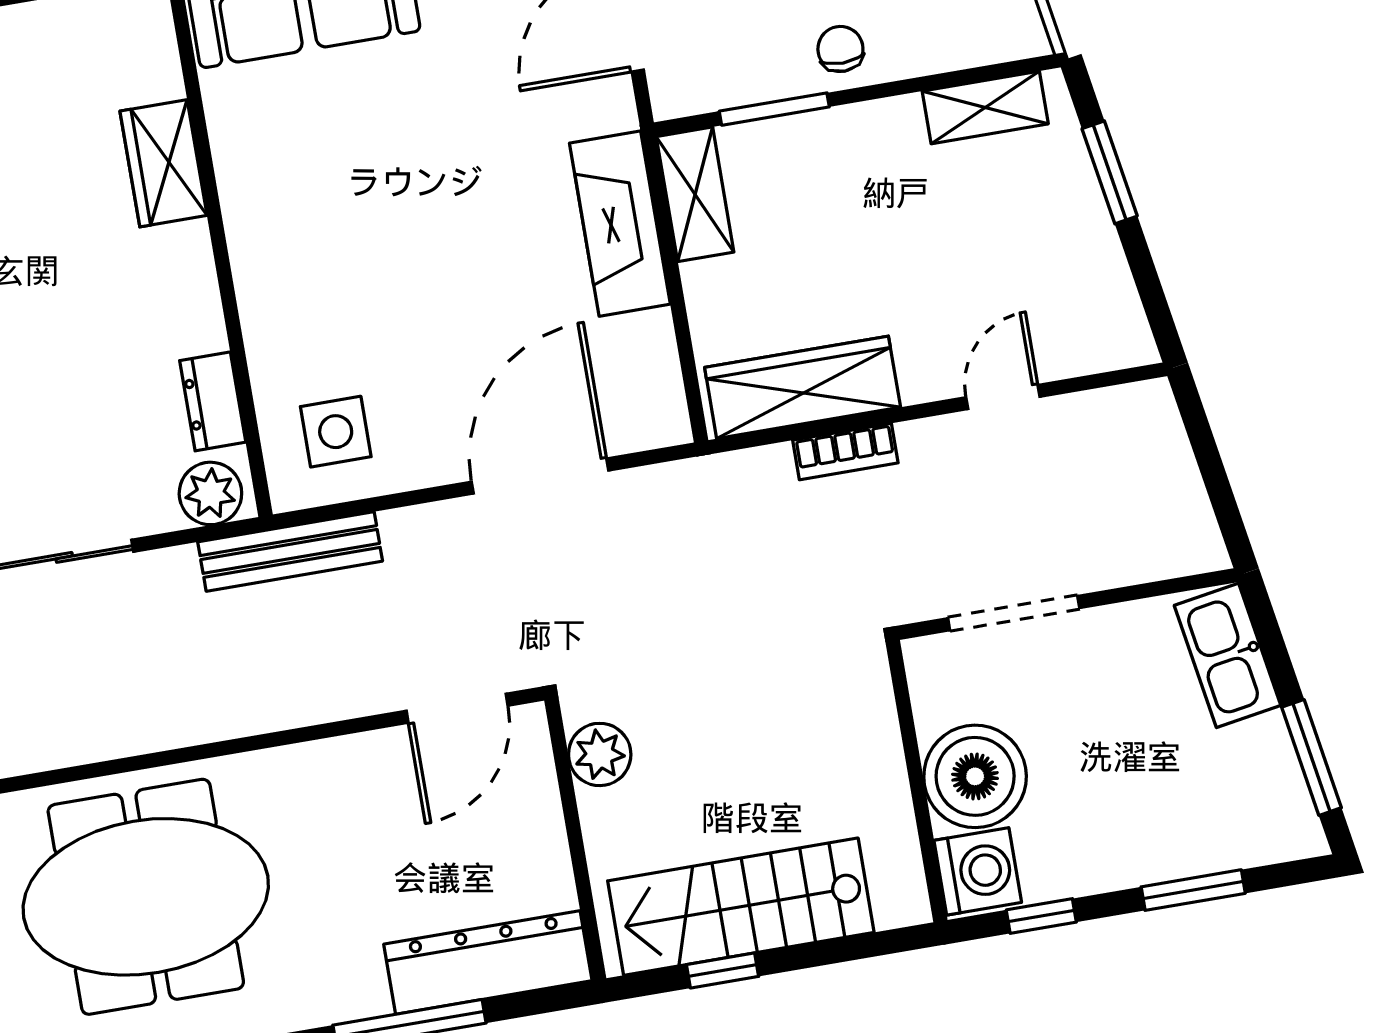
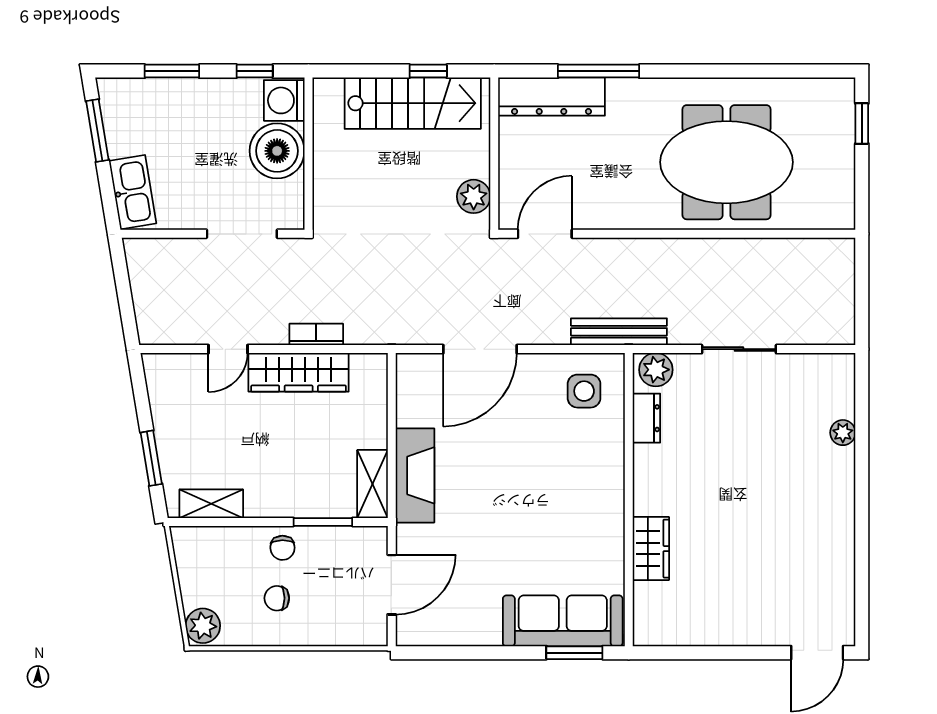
wardrobe: (803, 387) -> (299, 372), moved

